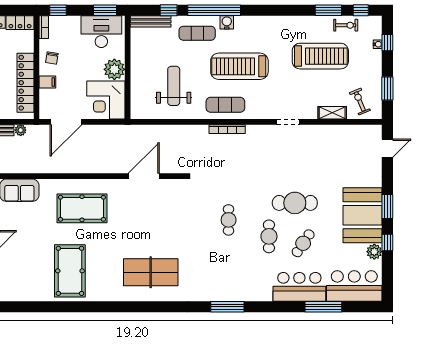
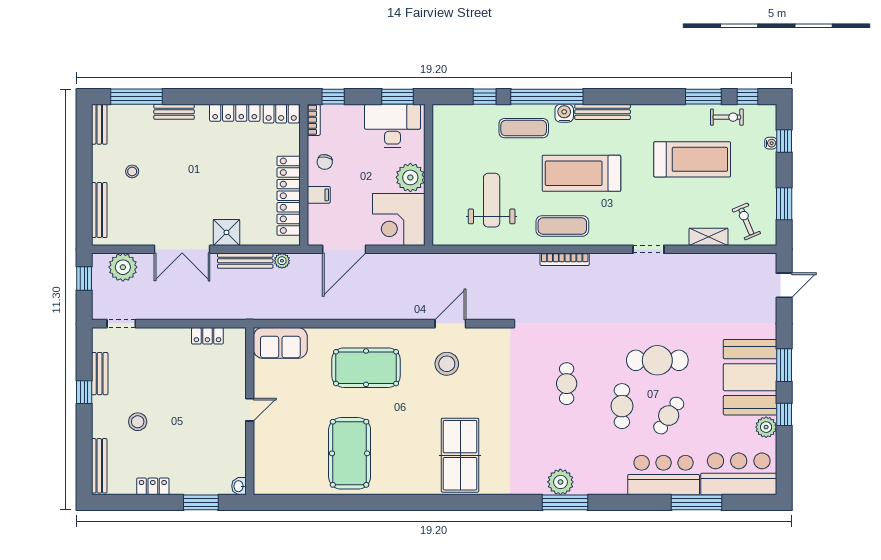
bench: (151, 21) -> (603, 112), moved
door: (144, 176) -> (450, 324), width x0.73
stool: (141, 205) -> (447, 364), added
table tennis table: (151, 272) -> (460, 455), turned 90
plant: (224, 292) -> (560, 482), added

